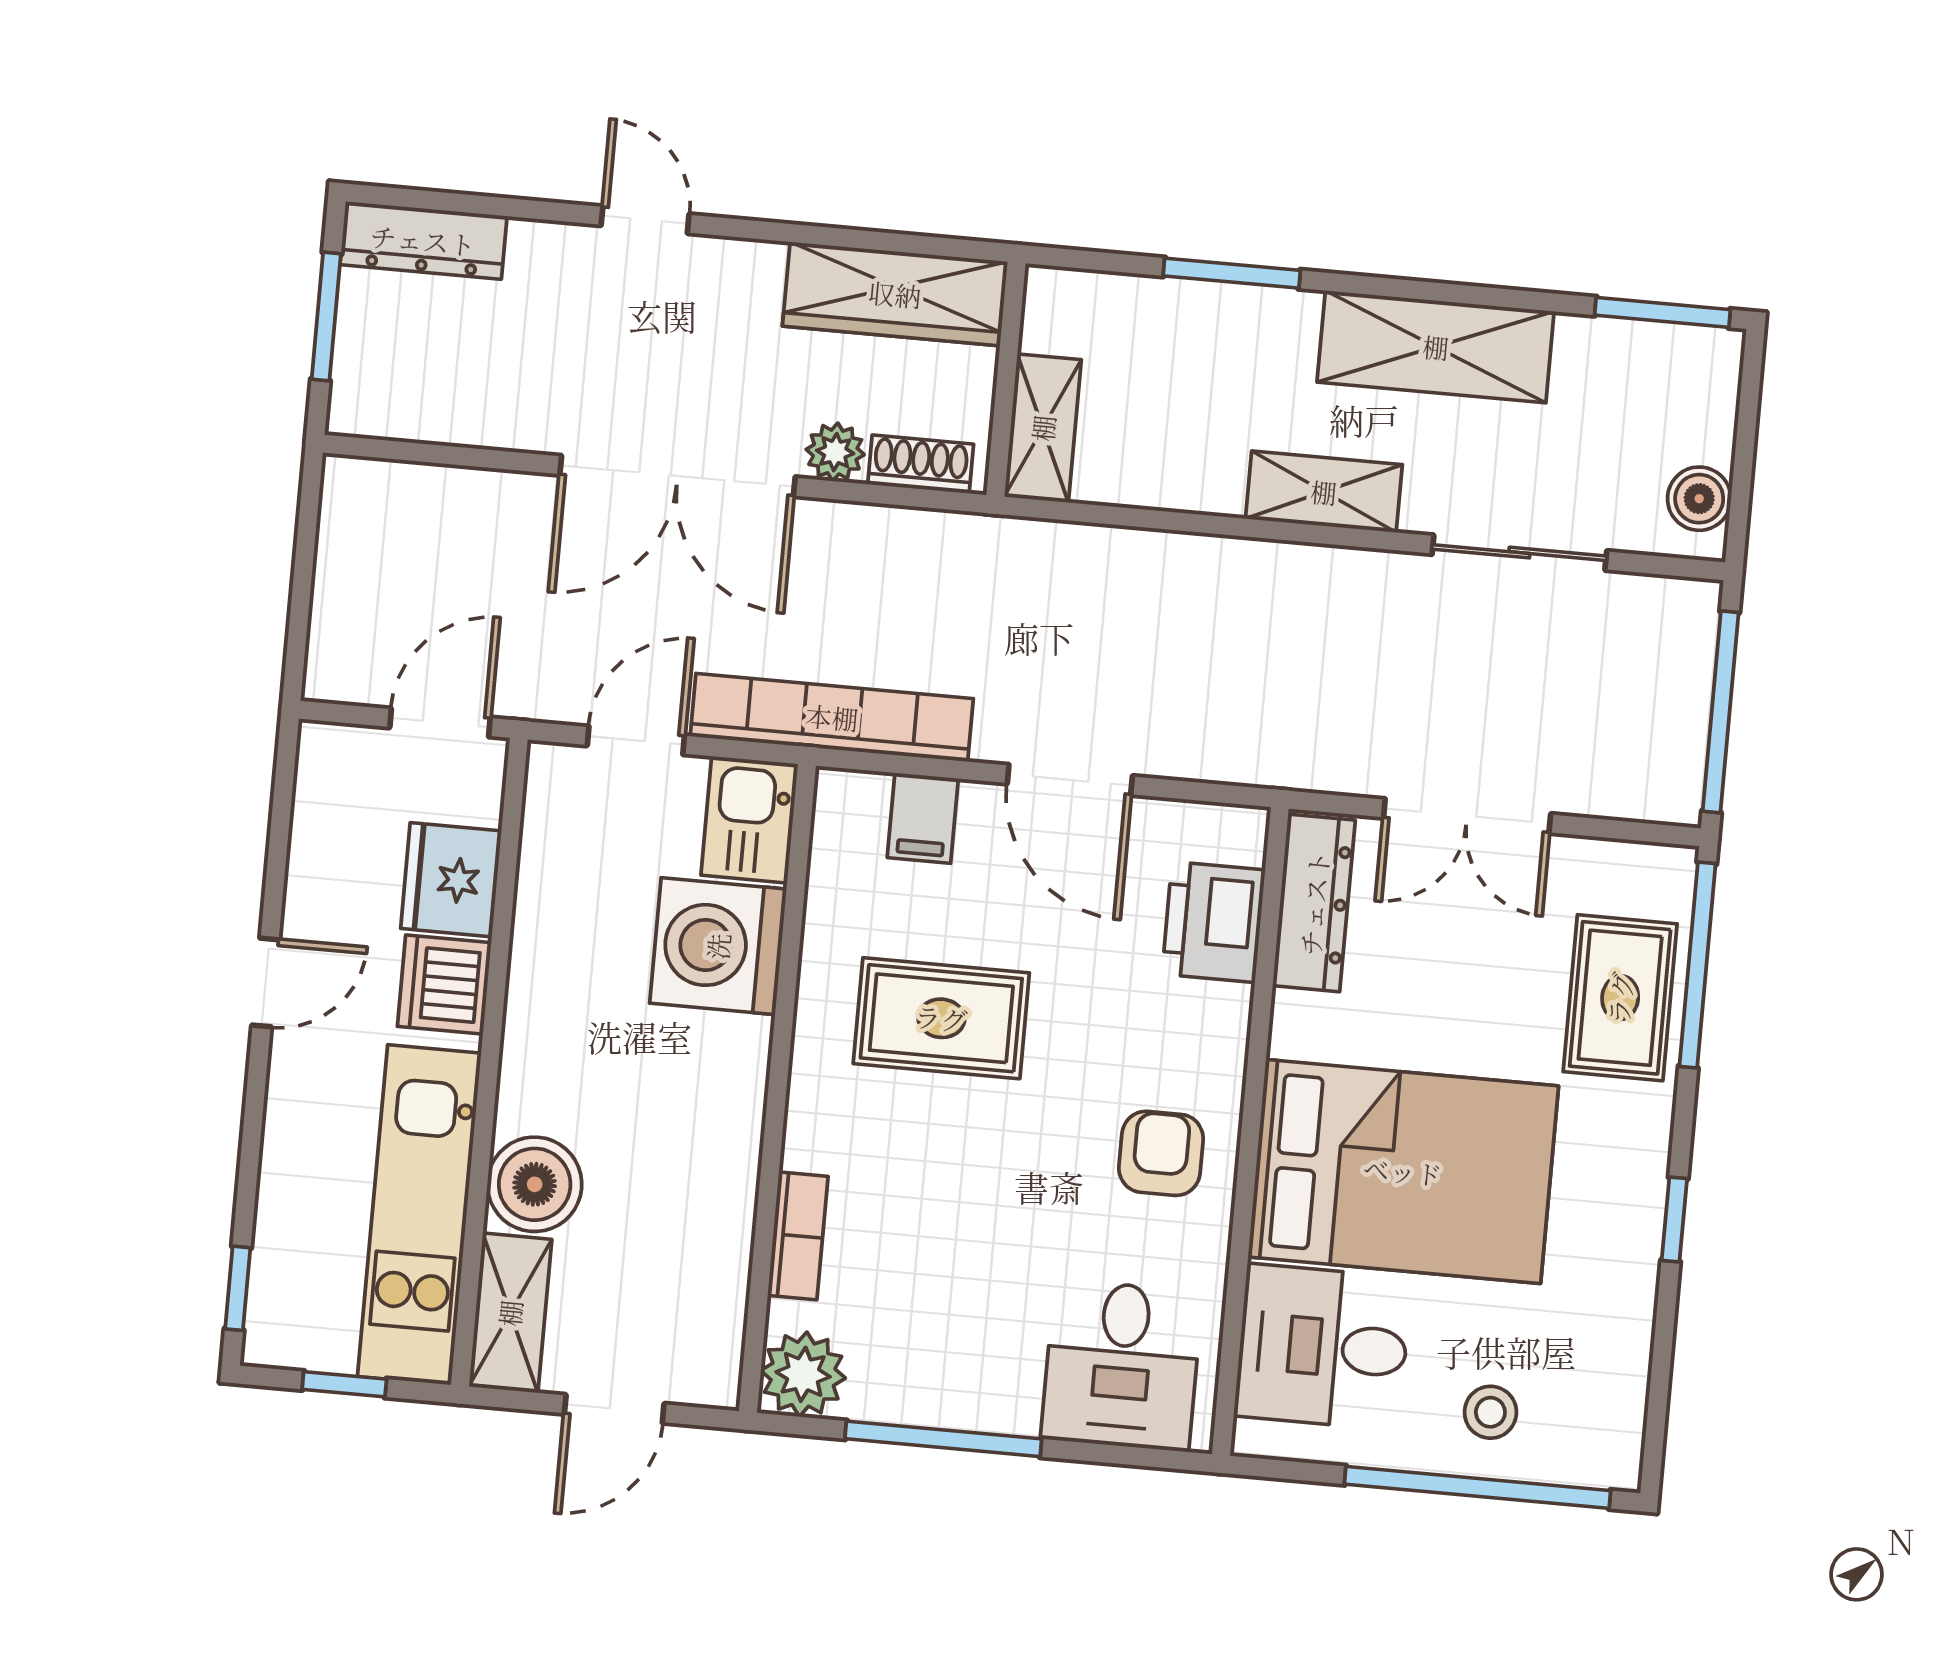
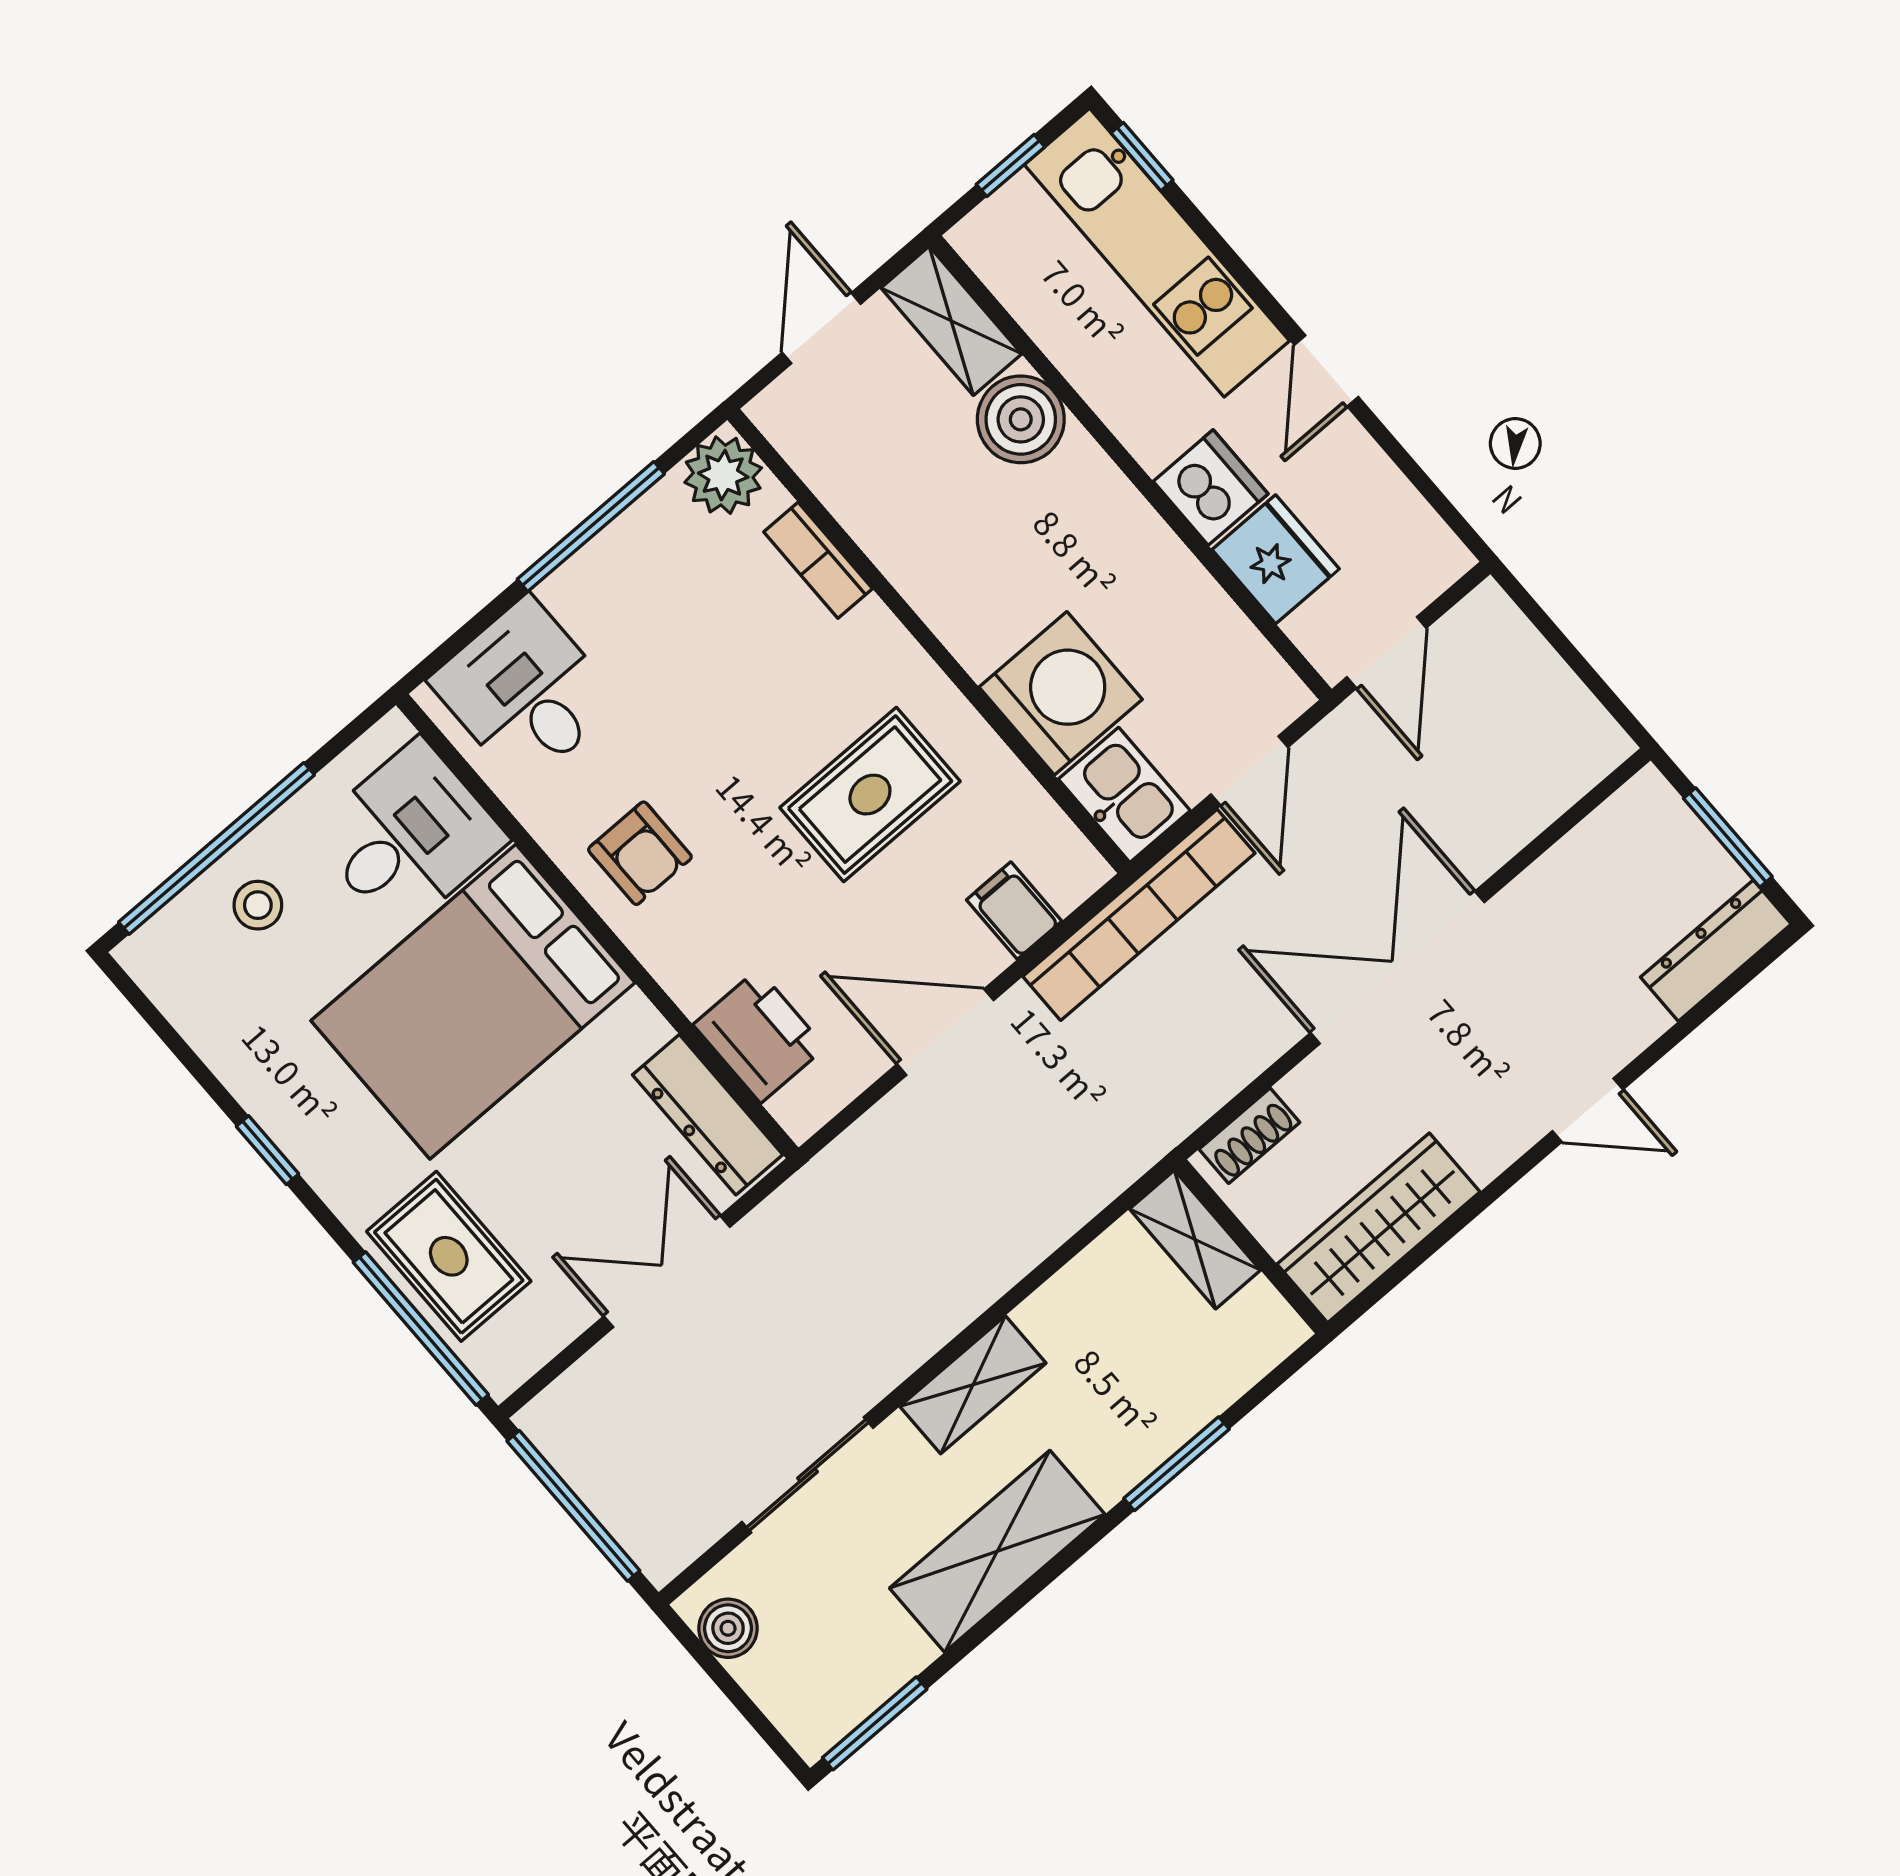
plant: (835, 452) -> (1312, 1087), removed
kitchen unit: (419, 1215) -> (1157, 253), moved, turned 180

